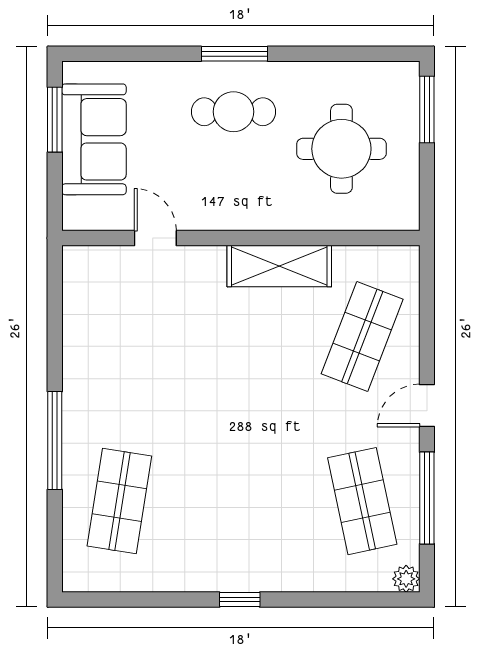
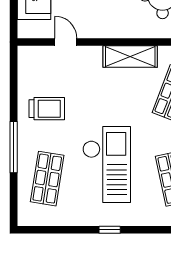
trolley: (119, 366) -> (47, 109), added
checkout: (234, 474) -> (107, 164), added

